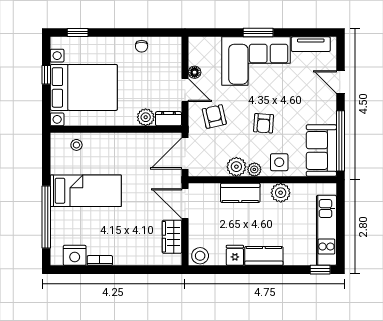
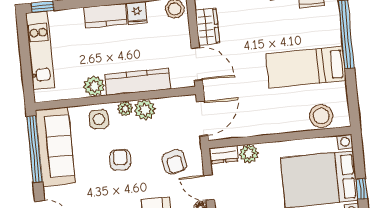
stool: (76, 145) -> (321, 116), width x1.89, depth x1.89
sofa: (321, 150) -> (55, 147), width x1.36
kitchen counter: (240, 193) -> (138, 82), width x1.50

